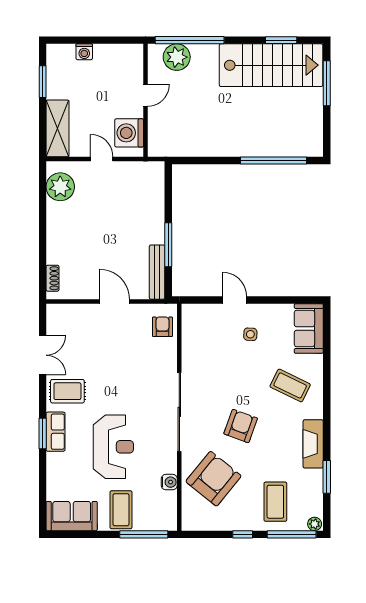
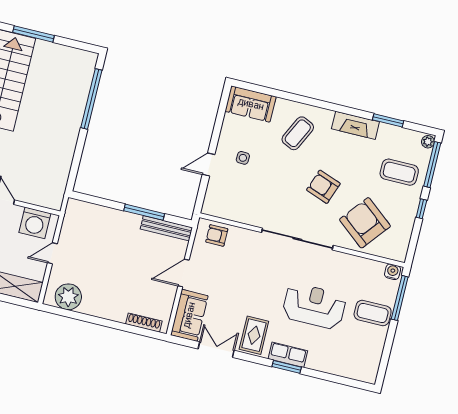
shoe rack: (52, 278) -> (144, 323), width x1.43
water cooler: (169, 482) -> (393, 272), moved
sofa: (72, 516) -> (189, 315), moved, turned 180

